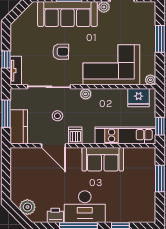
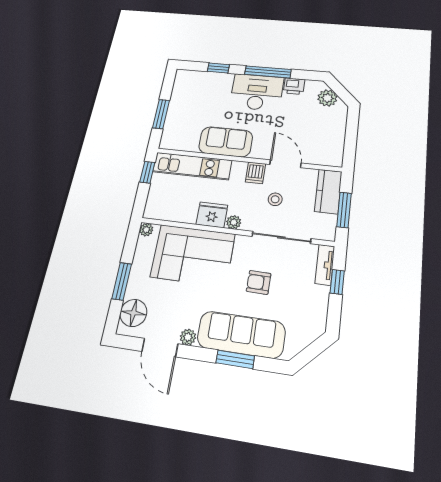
floor lamp: (146, 18) -> (133, 313), added
fridge: (139, 98) -> (212, 215), moved

